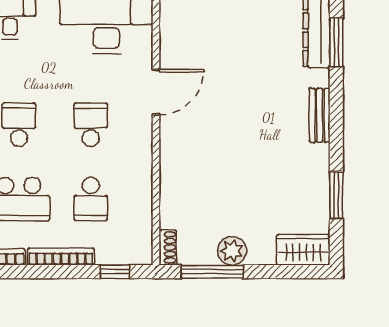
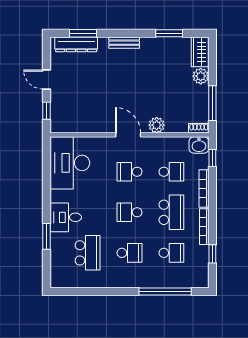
door: (156, 92) -> (128, 135), moved
plant: (173, 173) -> (157, 125), added
washbasin: (138, 248) -> (199, 145), added
plant: (232, 251) -> (201, 76), moved

